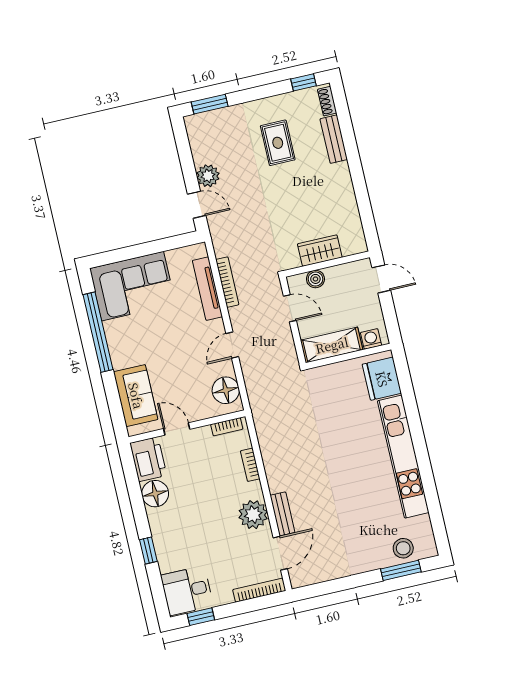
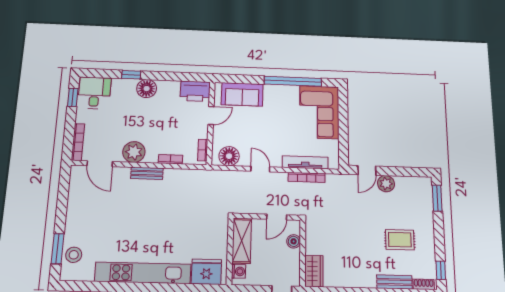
wardrobe: (320, 251) -> (314, 271), moved
floor lamp: (155, 494) -> (147, 89), moved
bench: (282, 514) -> (147, 173), moved

